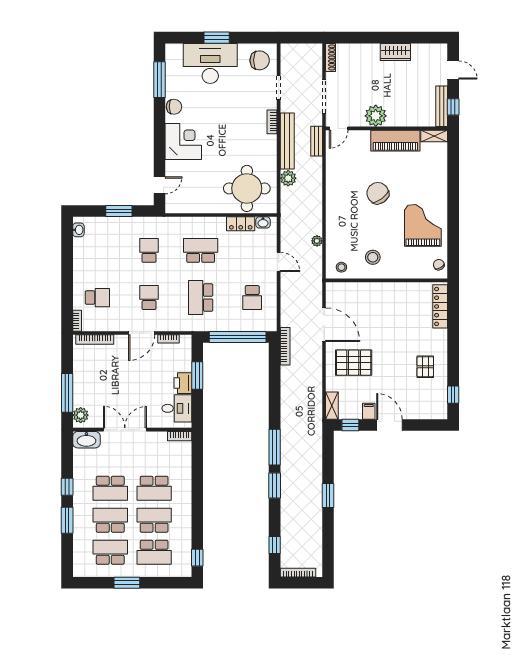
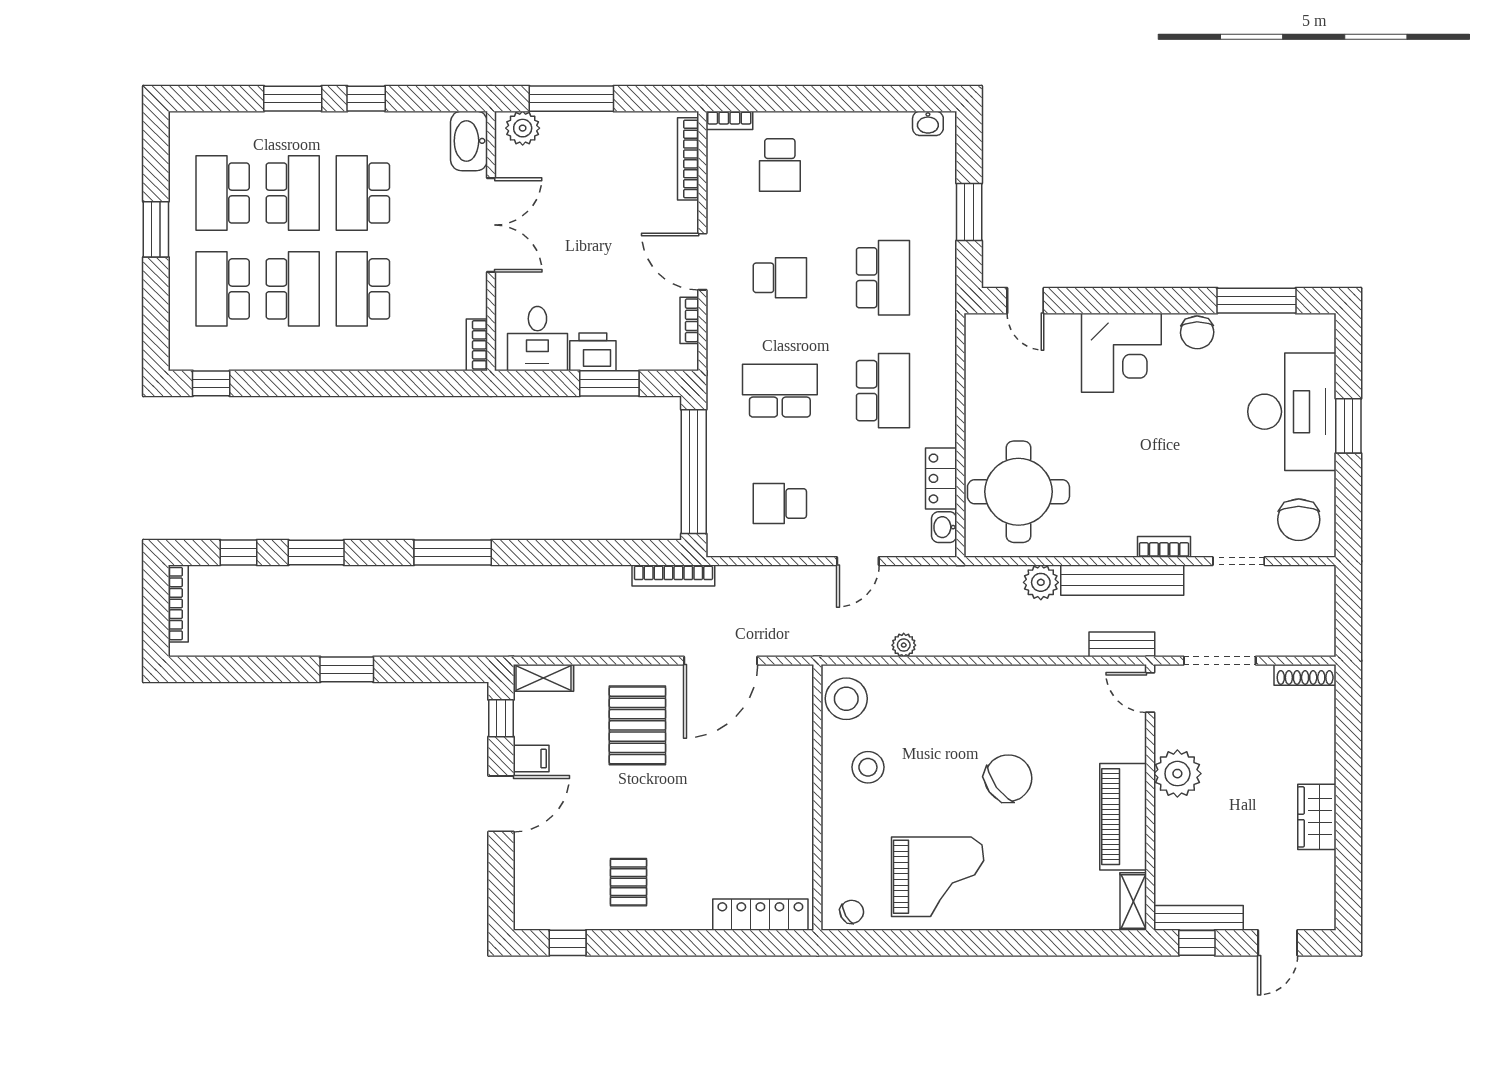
school desk: (149, 250) -> (883, 278), width x1.85
stool: (341, 267) -> (846, 699), width x1.89, depth x1.89
pallet: (425, 367) -> (628, 882), turned 90
window: (275, 486) -> (316, 552), moved
school desk: (110, 552) -> (223, 193), turned 180

